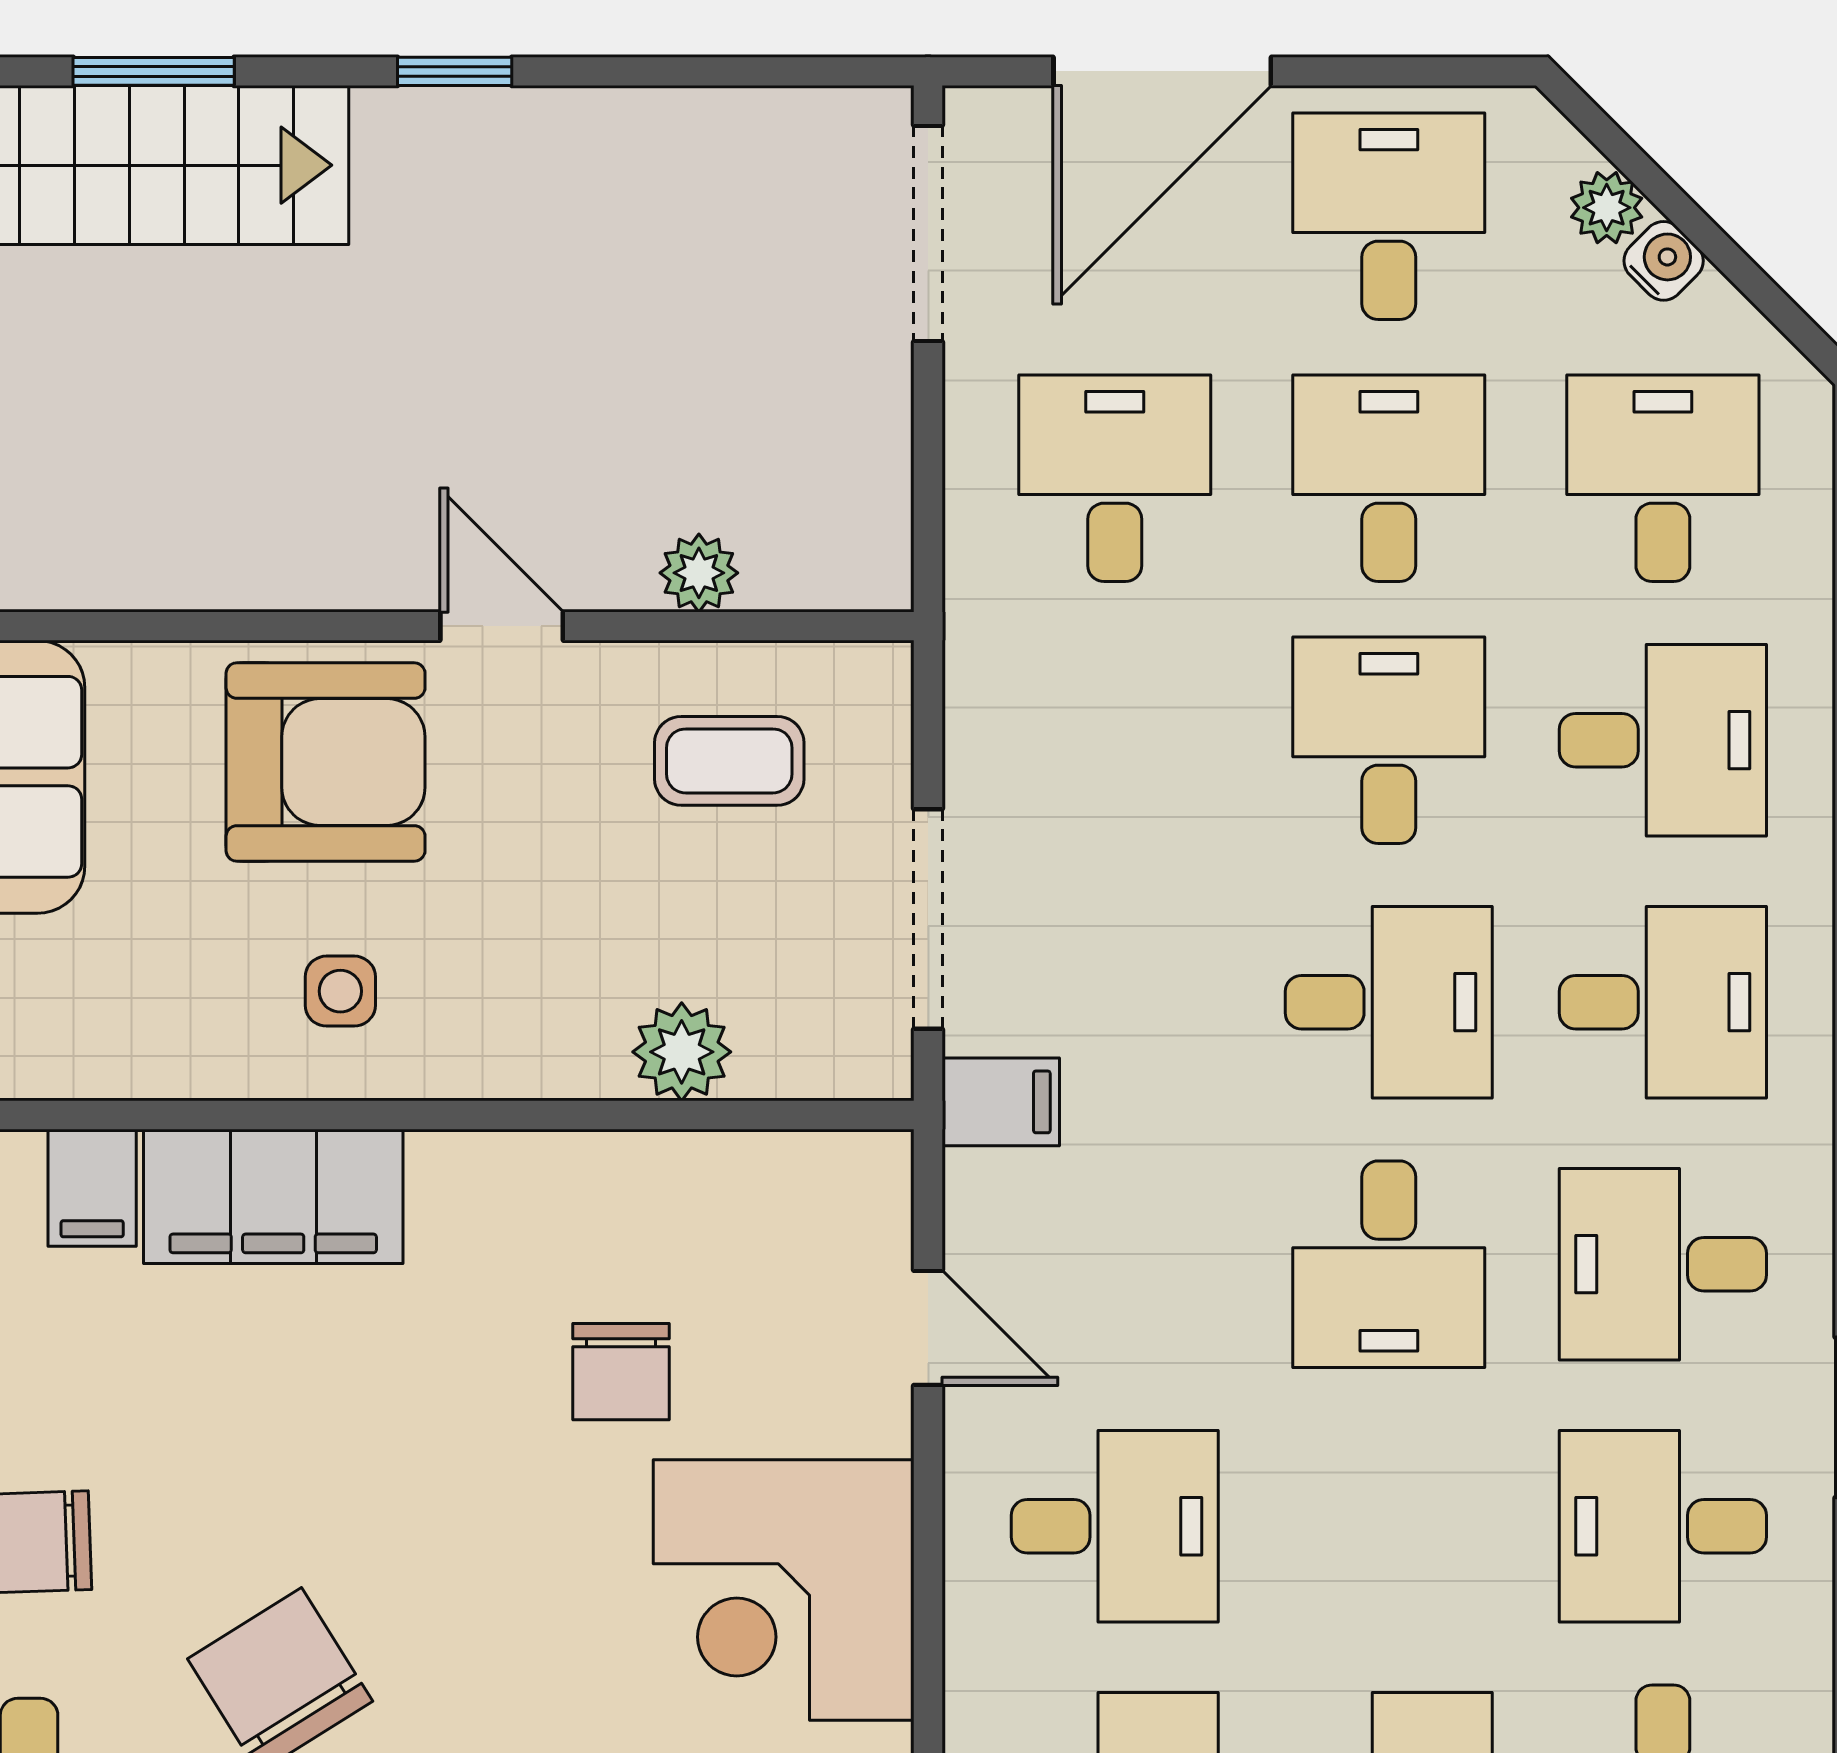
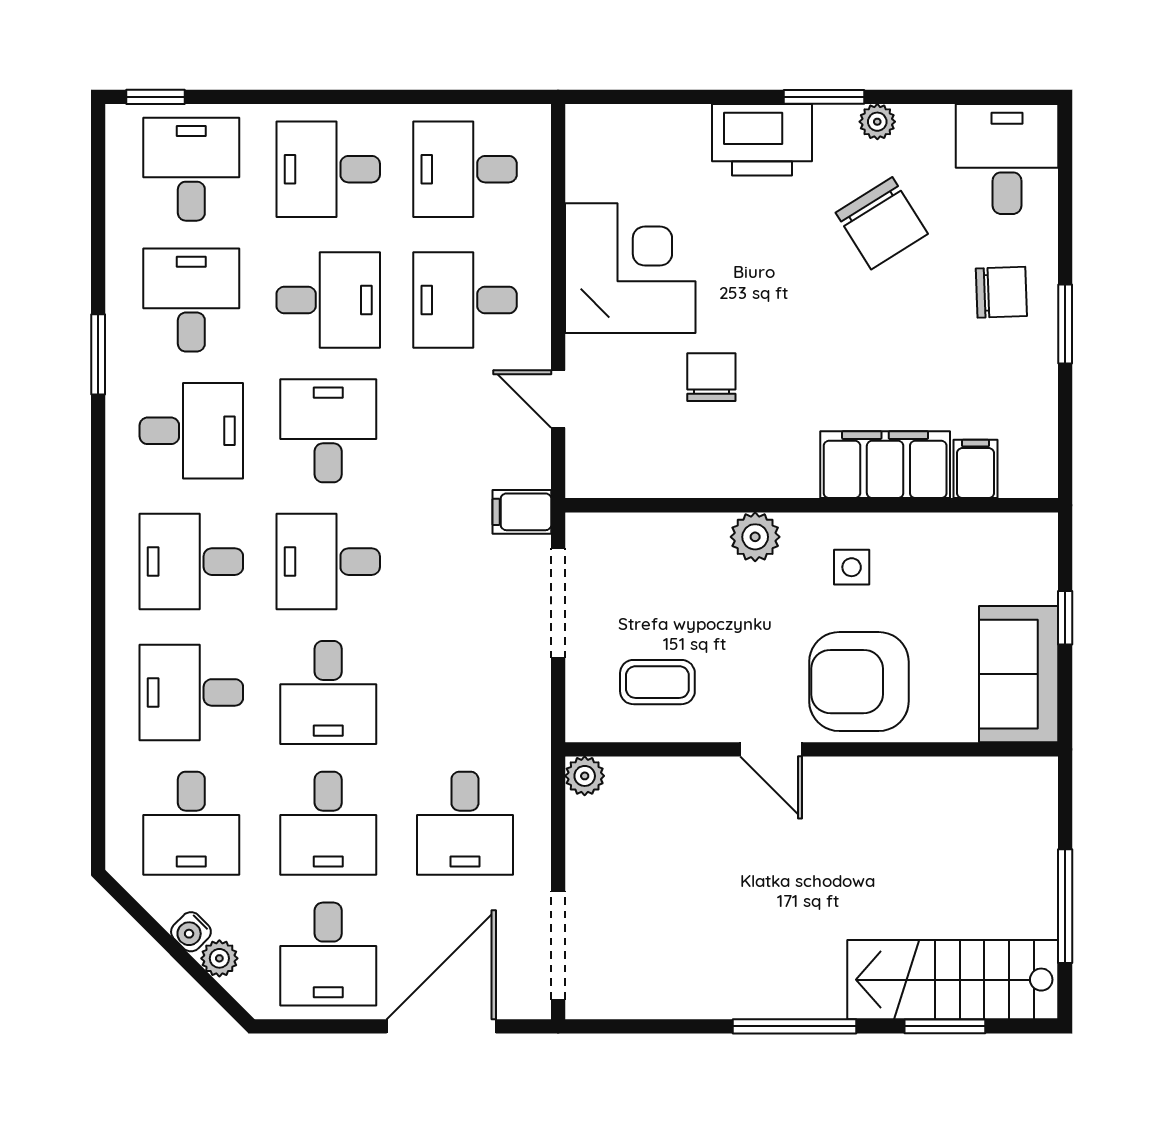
window: (455, 71) -> (794, 1026), width x2.17
plant: (699, 573) -> (585, 776), moved
plant: (682, 1052) -> (755, 537), moved
desk: (1389, 1526) -> (328, 300), added
desk: (1663, 1526) -> (191, 300), turned -90

